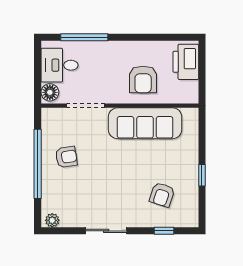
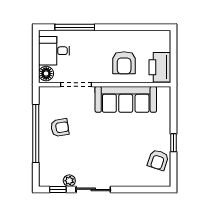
printer: (186, 62) -> (160, 67), moved
armchair: (162, 195) -> (158, 160), moved
plant: (52, 220) -> (69, 181), moved
window: (164, 231) -> (58, 189), moved

